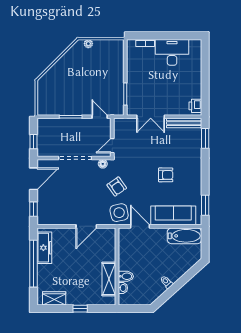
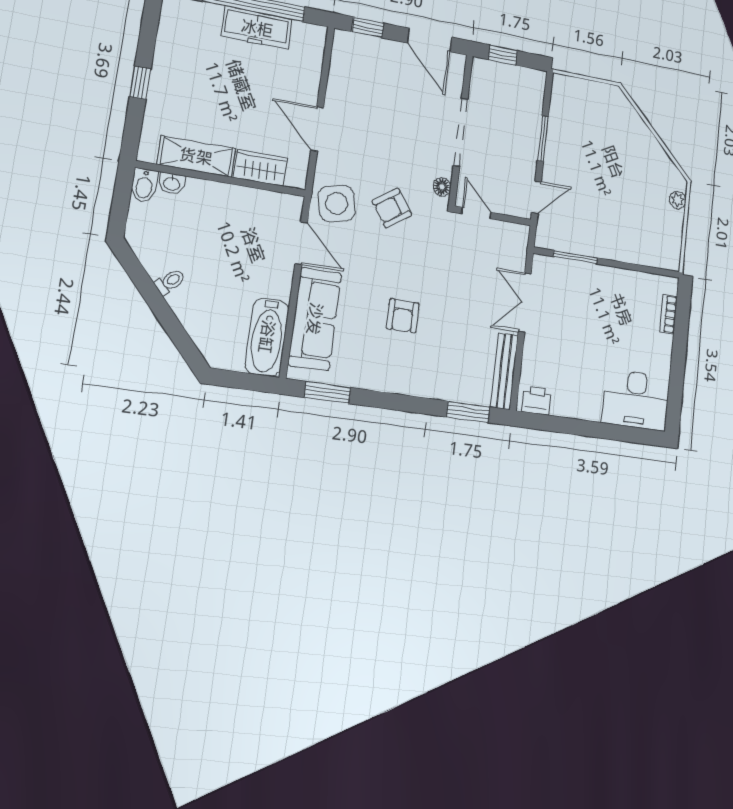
desk: (172, 52) -> (636, 400), moved, turned 90
door: (140, 226) -> (301, 243), hinge flipped
freezer: (44, 248) -> (257, 28), moved
bidet: (126, 276) -> (144, 185), moved
wardrobe: (54, 298) -> (260, 168), moved, turned -90

